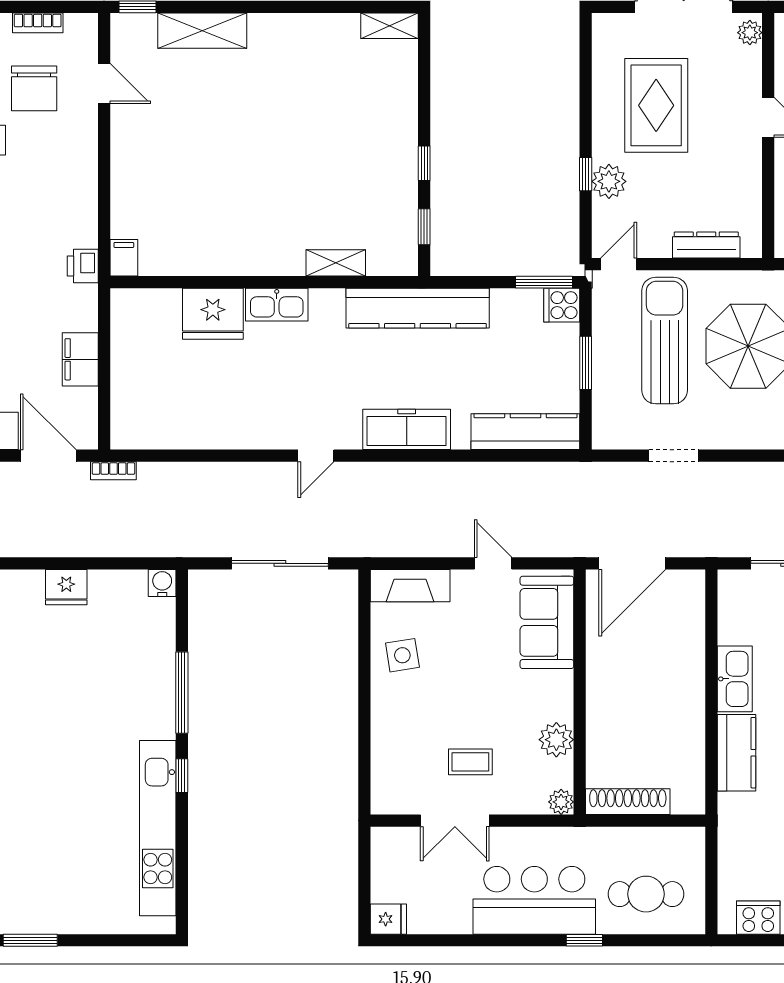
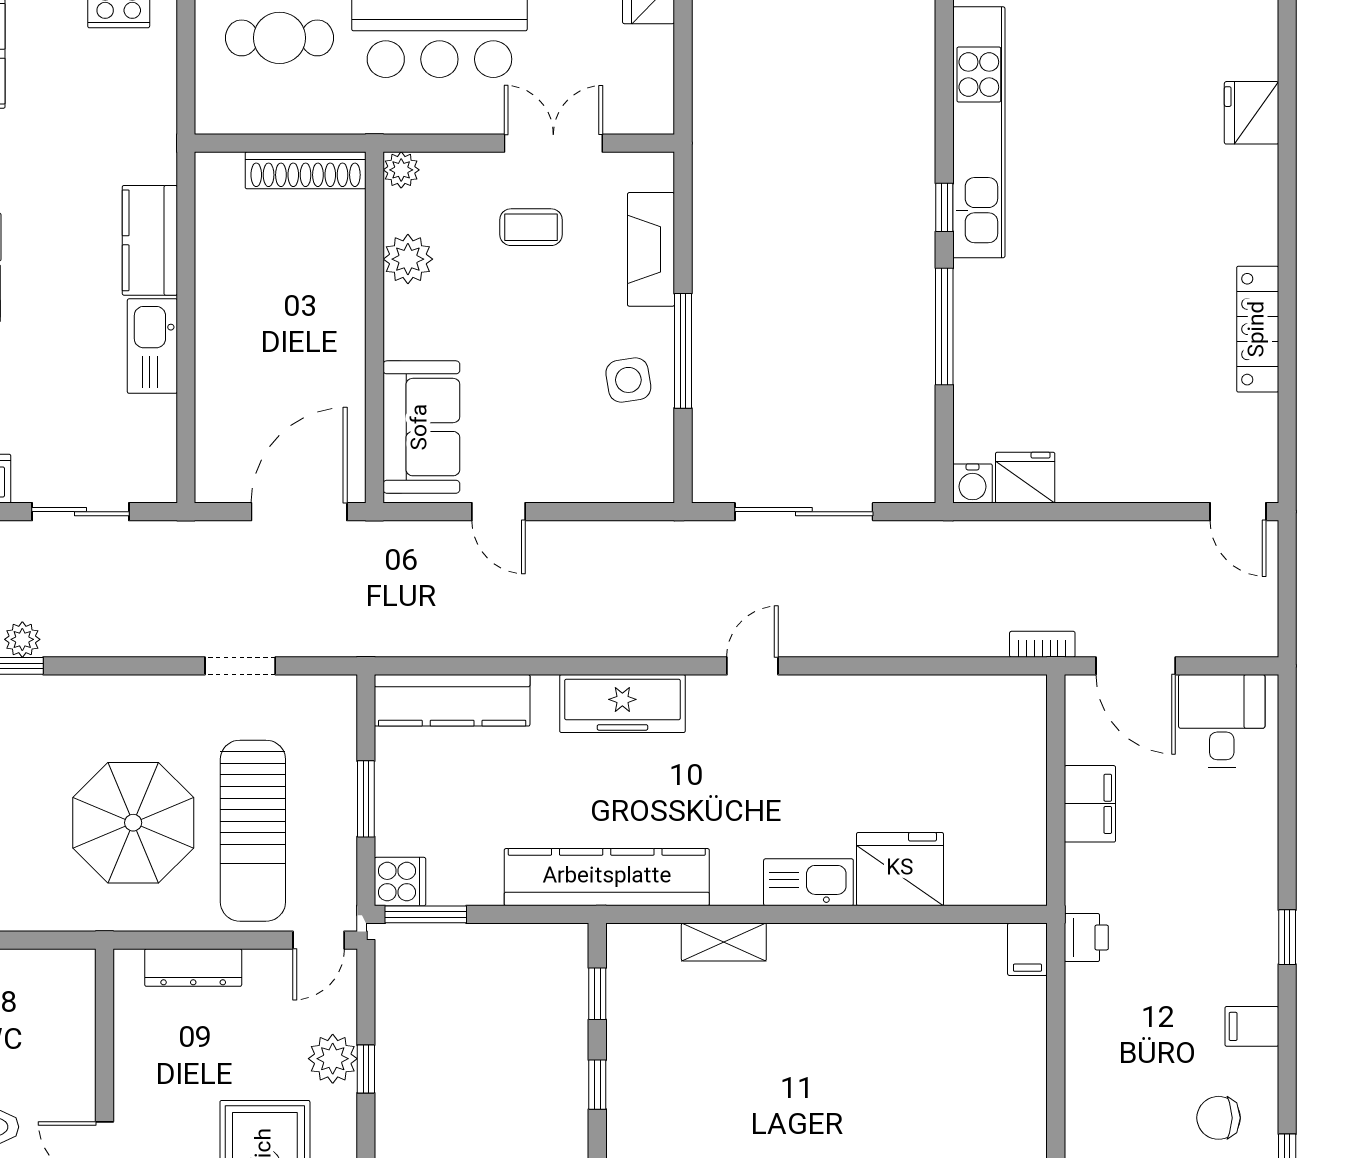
fireplace: (410, 586) -> (651, 249), moved, turned -90
fridge: (66, 587) -> (1025, 478), moved
window: (364, 676) -> (683, 351), added

